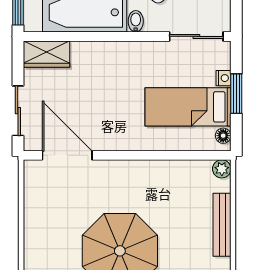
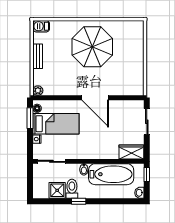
window: (236, 94) -> (30, 118), moved
door: (67, 155) -> (95, 98), moved
bench: (222, 225) -> (38, 56), width x0.73

